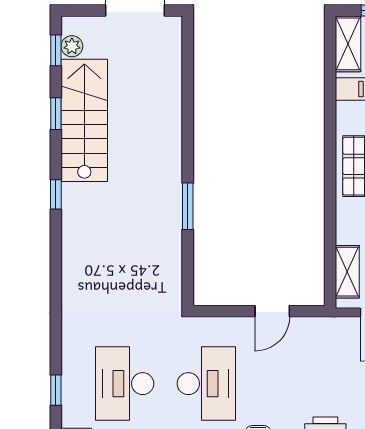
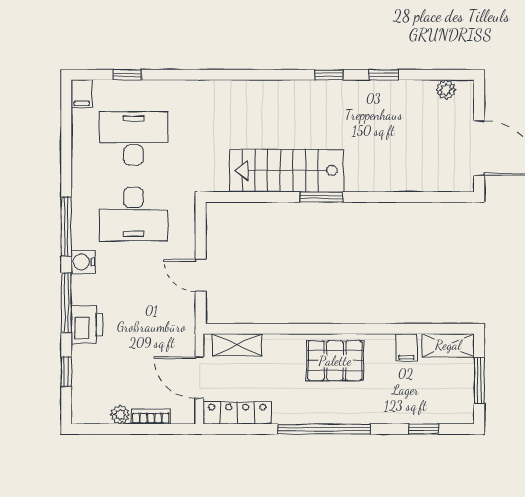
window: (56, 50) -> (442, 75), removed
stairs: (84, 120) -> (286, 171), moved, turned 180
window: (56, 194) -> (329, 75), moved
window: (188, 206) -> (321, 197), moved

